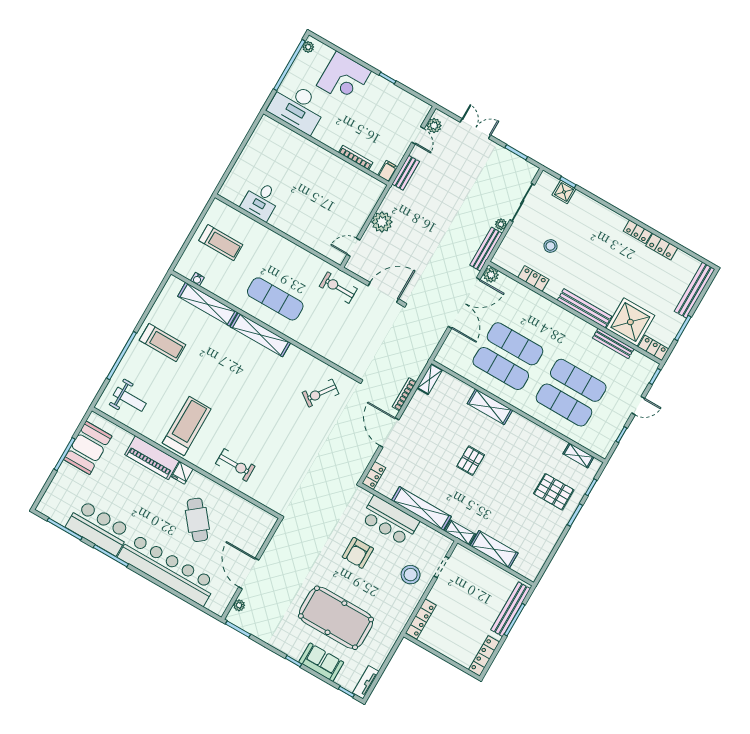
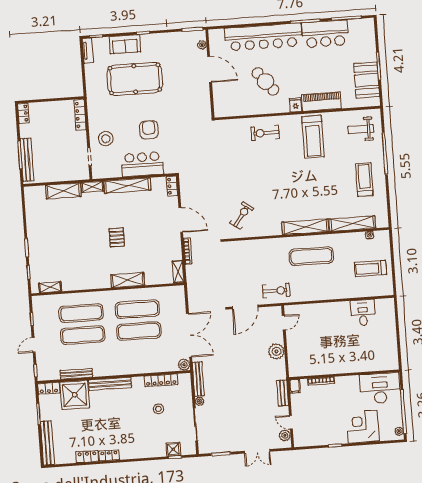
locker: (533, 279) -> (161, 380), width x1.53
double door: (464, 303) -> (189, 335), swing flipped
treadmill: (163, 343) -> (364, 180), turned 90
pallet: (554, 492) -> (50, 253), removed
locker: (484, 656) -> (23, 113), width x0.66

